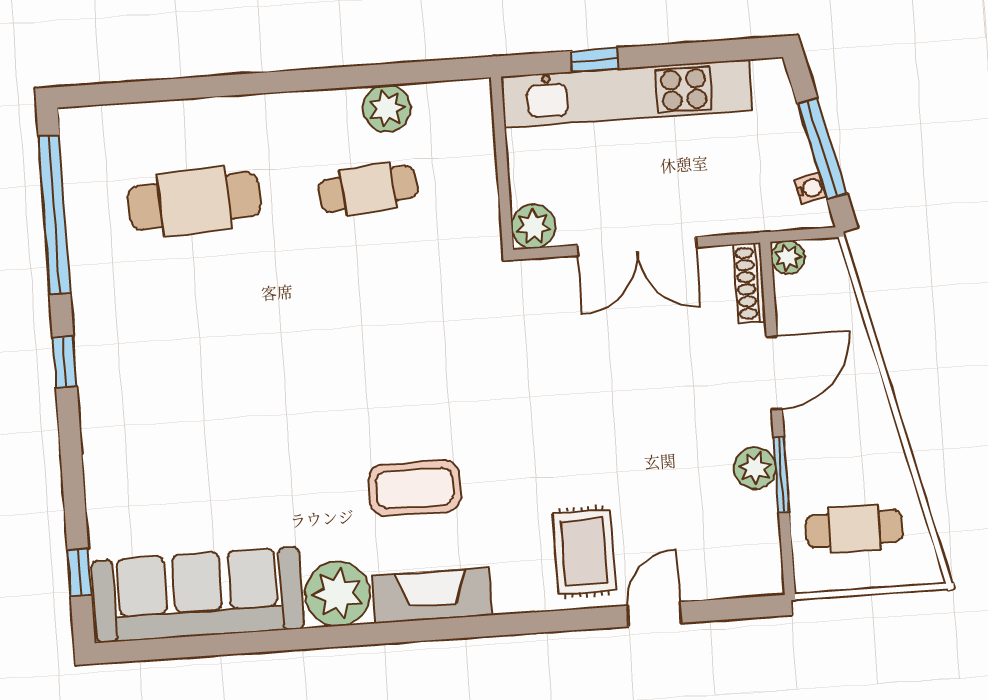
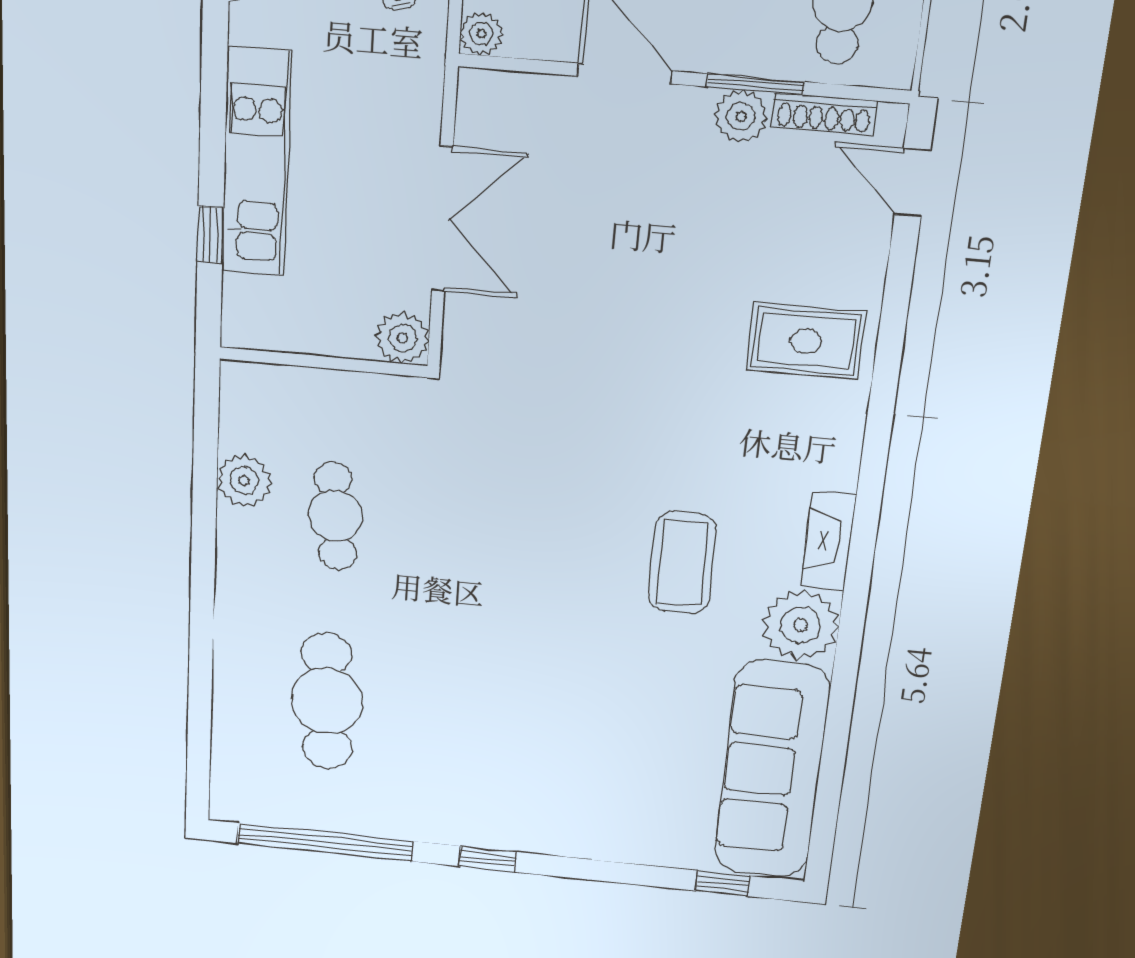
kitchen unit: (627, 94) -> (256, 162), width x0.73
shoe rack: (750, 283) -> (824, 114), moved
coffee table: (415, 488) -> (682, 563), moved
fireplace: (432, 596) -> (828, 541), width x0.73, depth x0.76
door: (654, 614) -> (912, 183), moved

